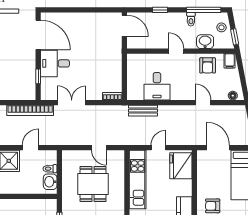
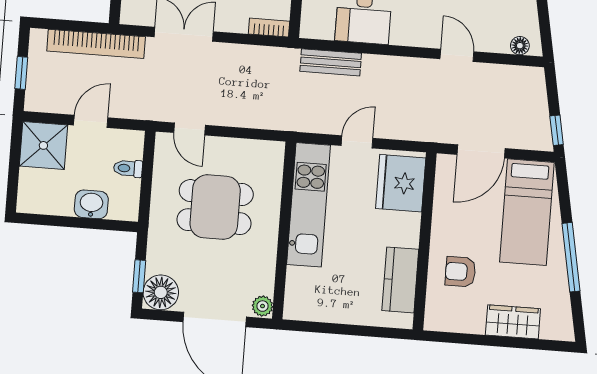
door: (99, 148) -> (190, 129), moved
door: (218, 148) -> (481, 151), swing flipped
washbasin: (50, 182) -> (91, 204), moved, turned 90
dining table: (93, 184) -> (215, 207), turned 90

